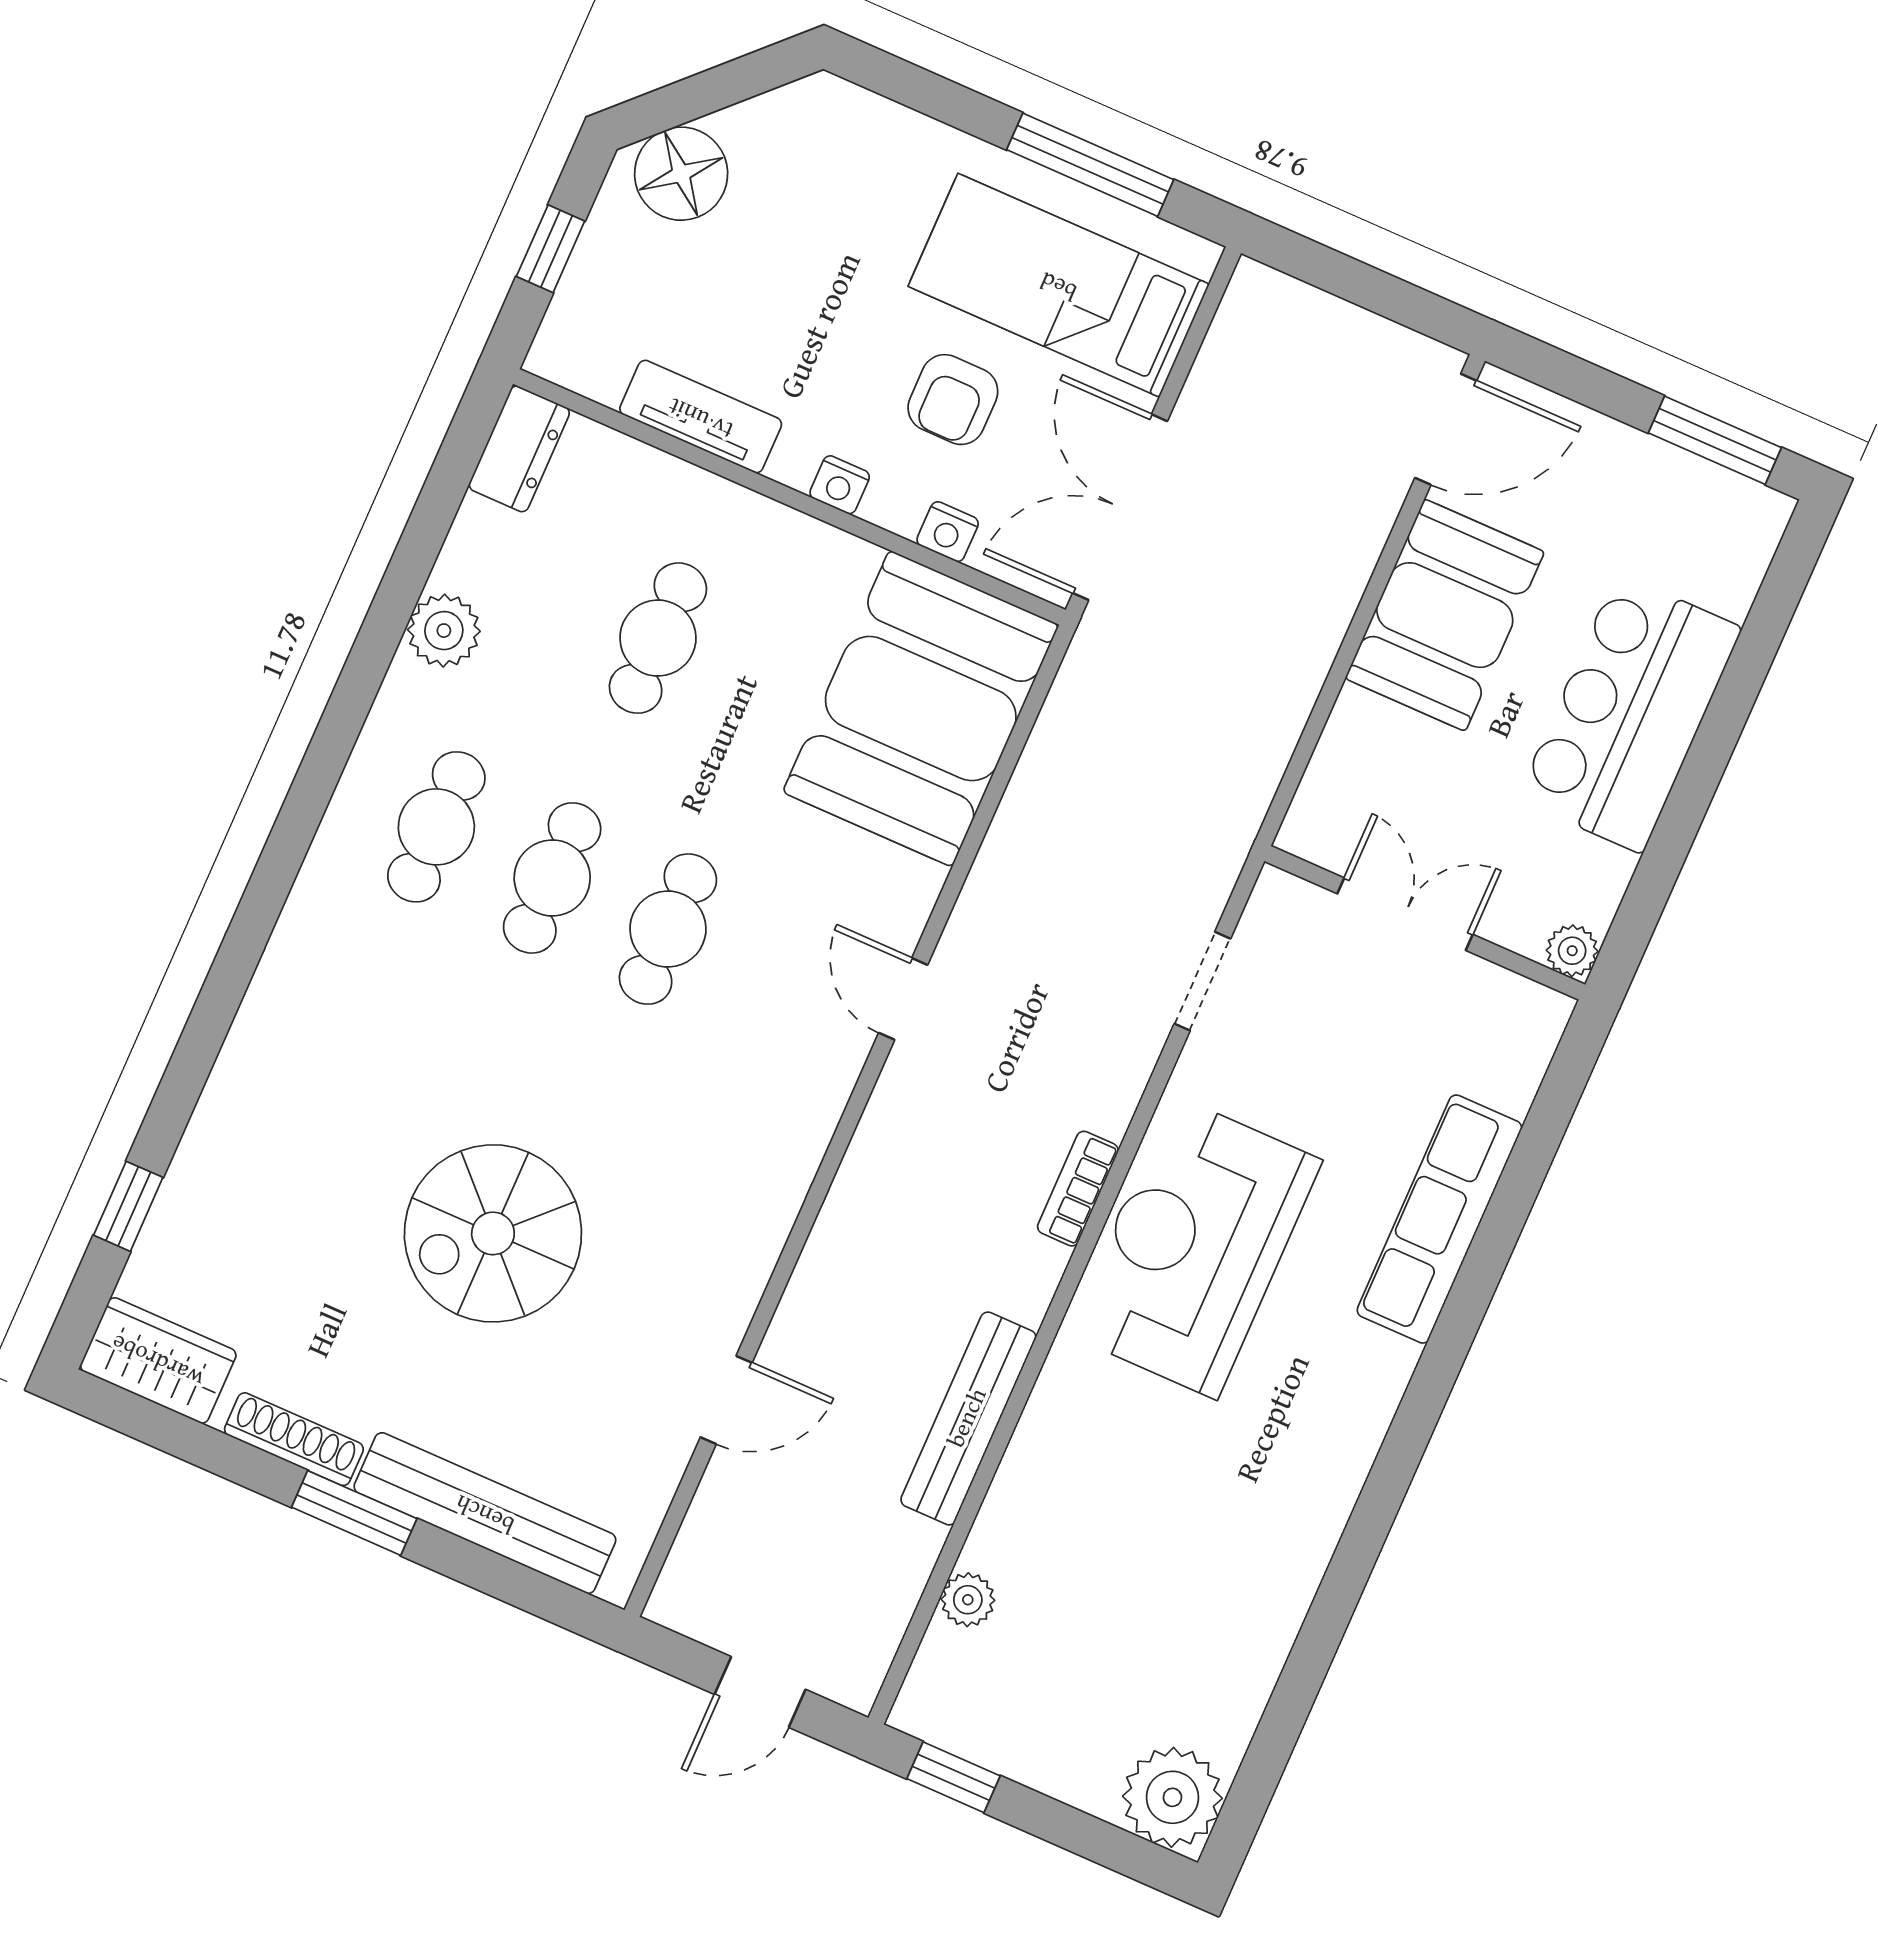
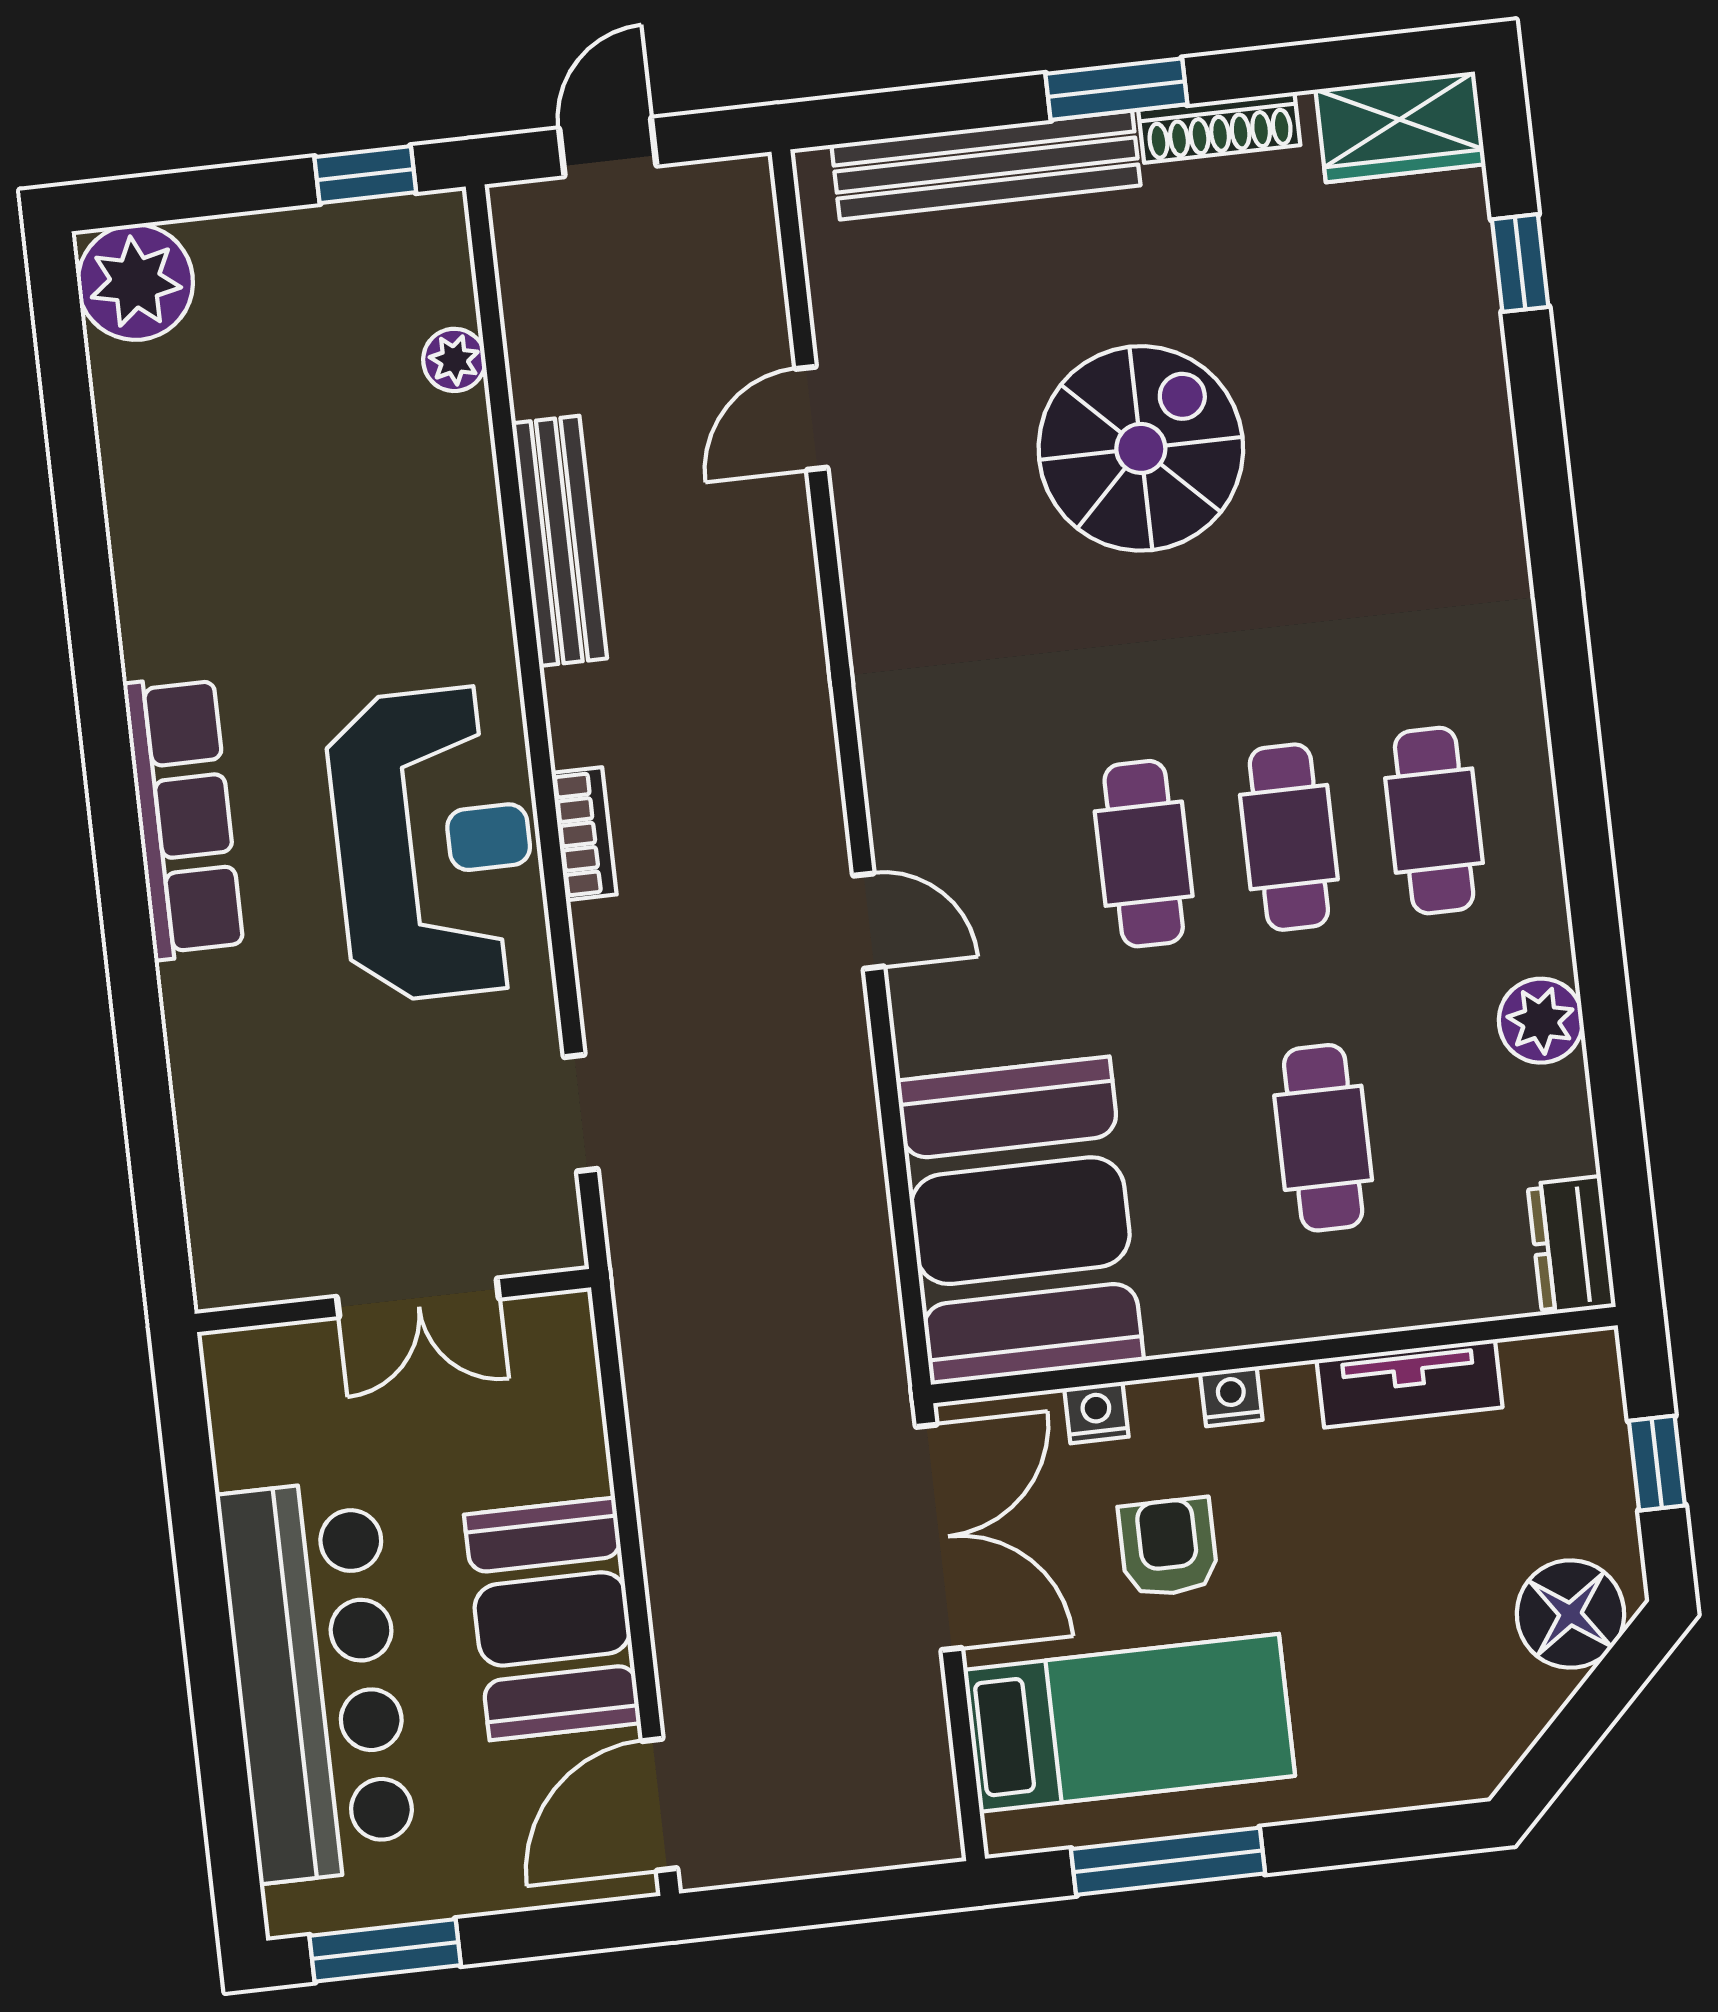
bar counter: (1630, 713) -> (317, 1681), width x1.36
plant: (1572, 951) -> (230, 1359), removed
row of seats: (1439, 1219) -> (184, 817), moved

